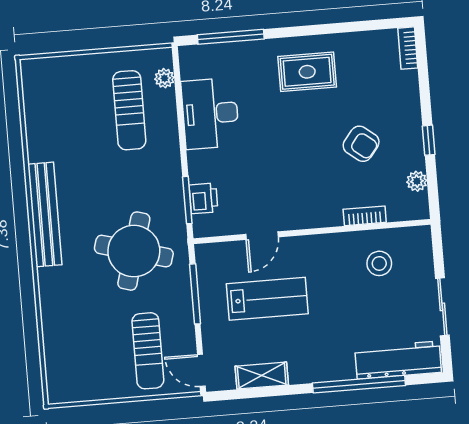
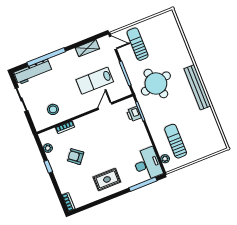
desk: (210, 113) -> (147, 164), moved
round table: (134, 251) -> (156, 84), turned -31

